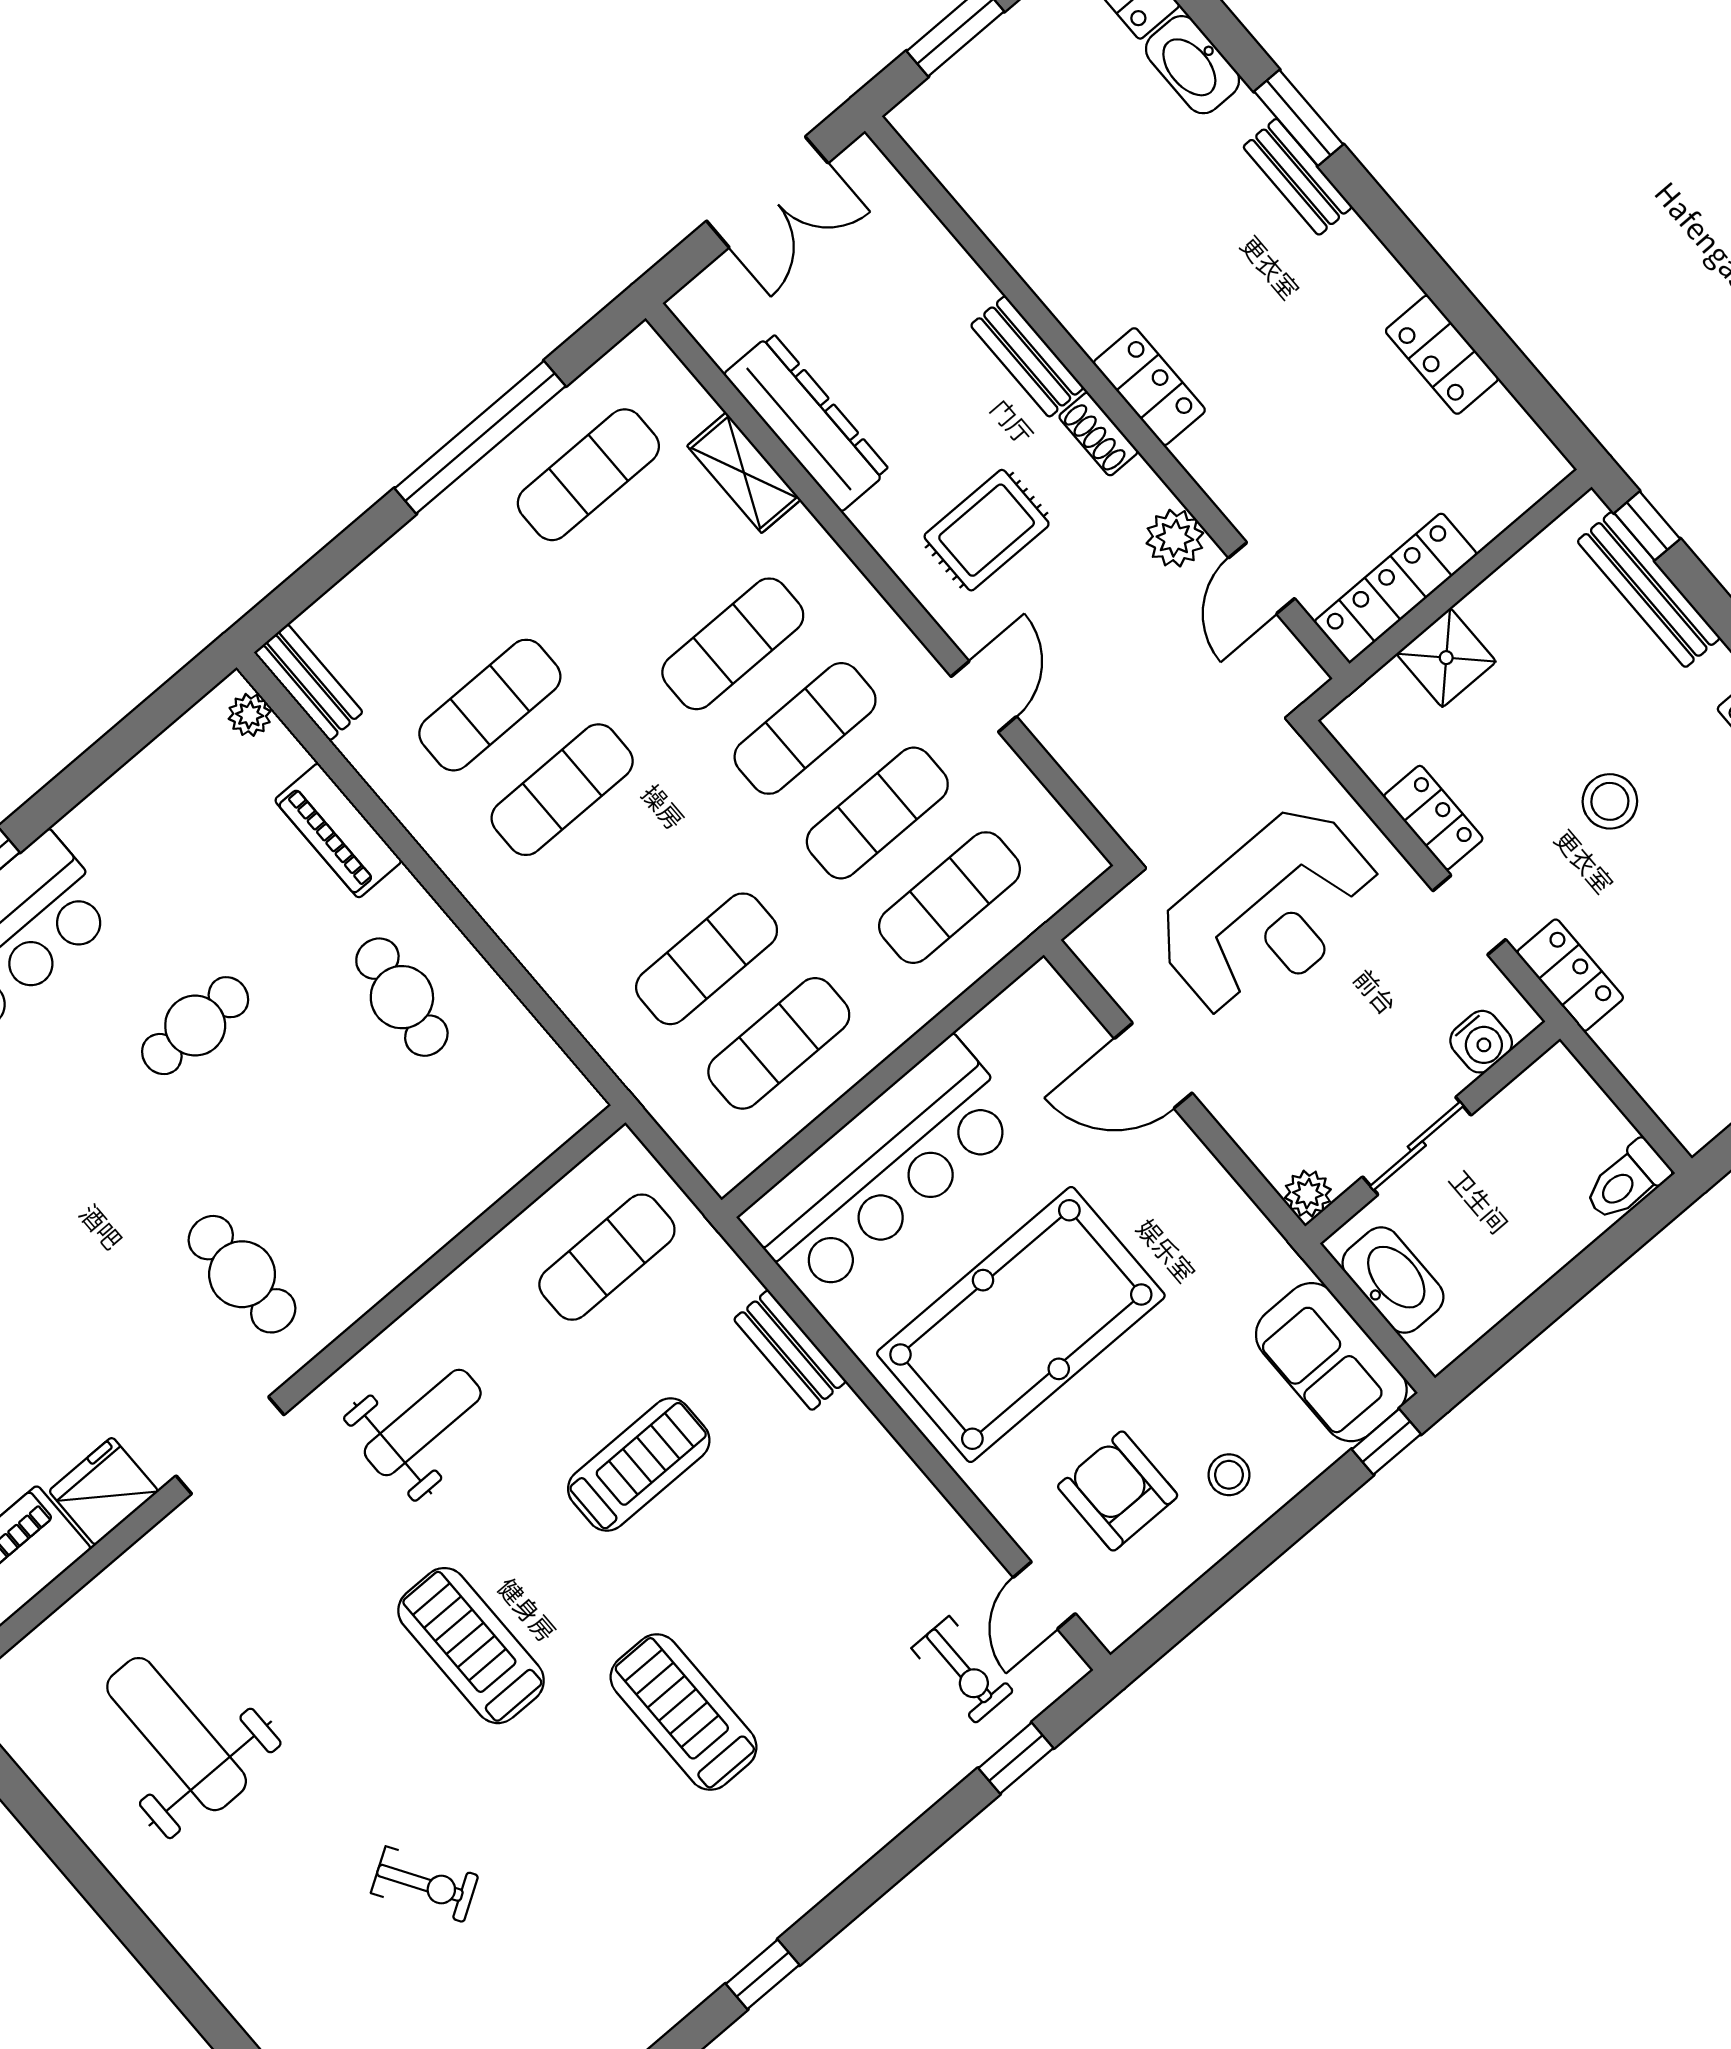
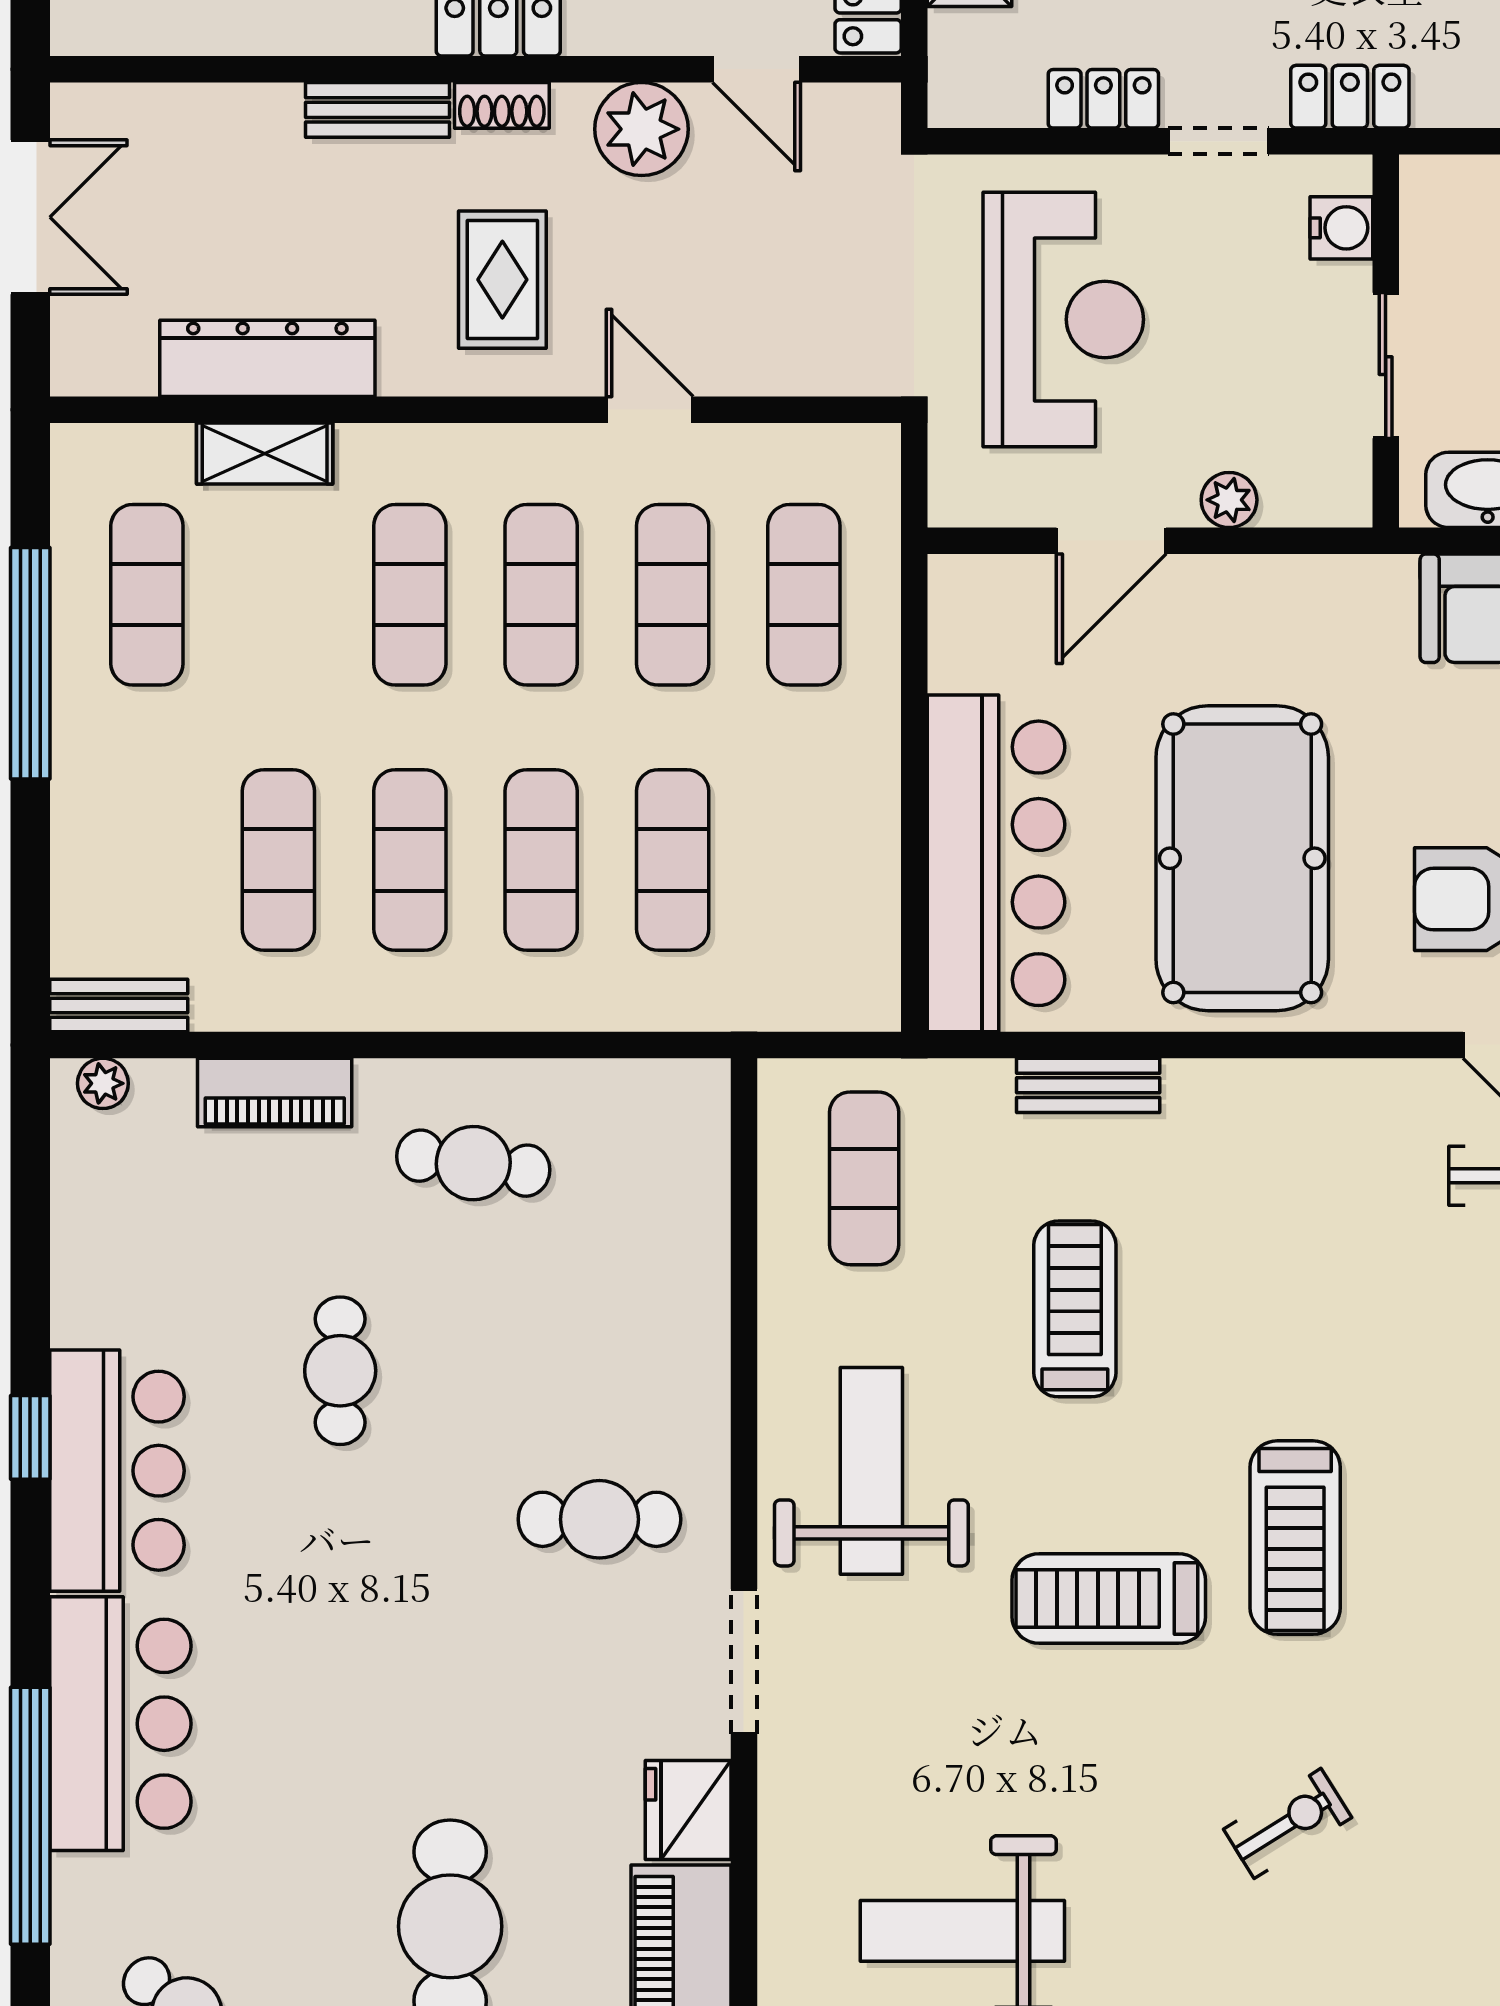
plant: (1175, 538) -> (642, 129), width x1.36, depth x1.36
exercise mat: (779, 1043) -> (541, 860), moved
plant: (1308, 1194) -> (1229, 500), moved
weight bench: (423, 1423) -> (871, 1471), width x1.36, depth x1.33
treadmill: (684, 1712) -> (1295, 1538), moved, turned -90

